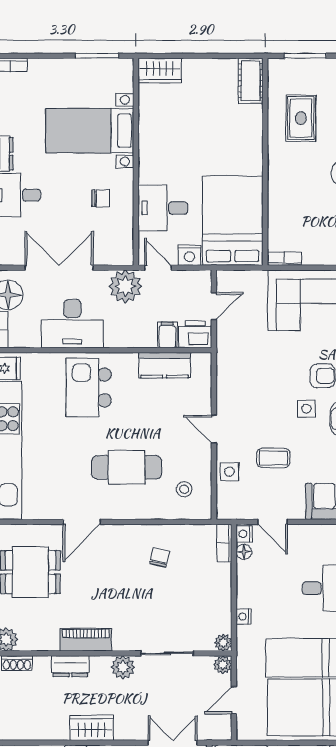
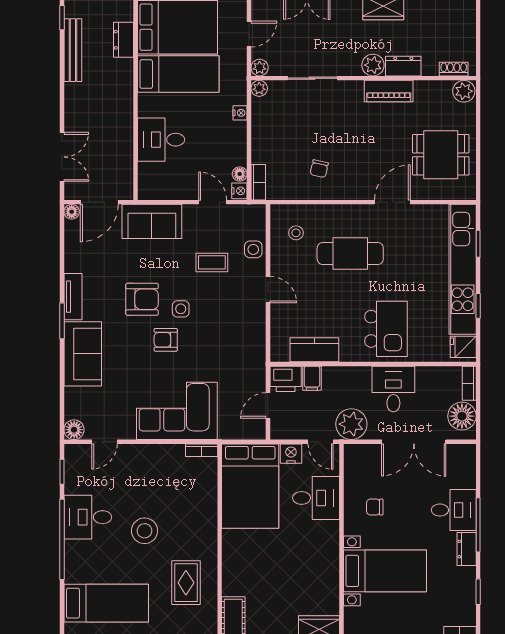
desk: (72, 324) -> (393, 389), width x0.73
plant: (123, 667) -> (373, 65), moved

